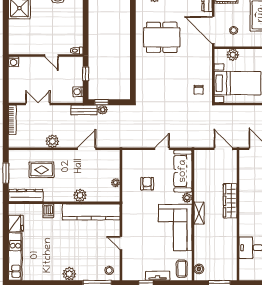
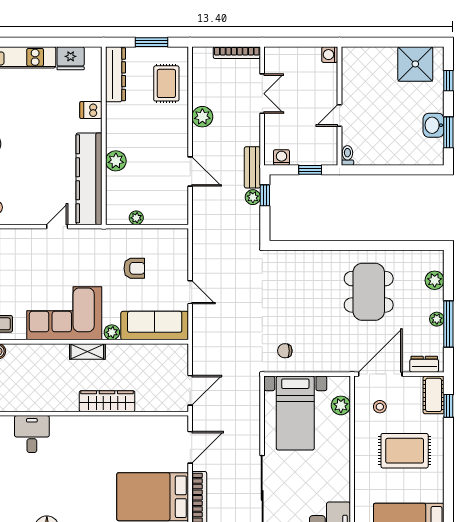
rug: (41, 170) -> (166, 83), moved
door: (121, 243) -> (57, 227), moved

